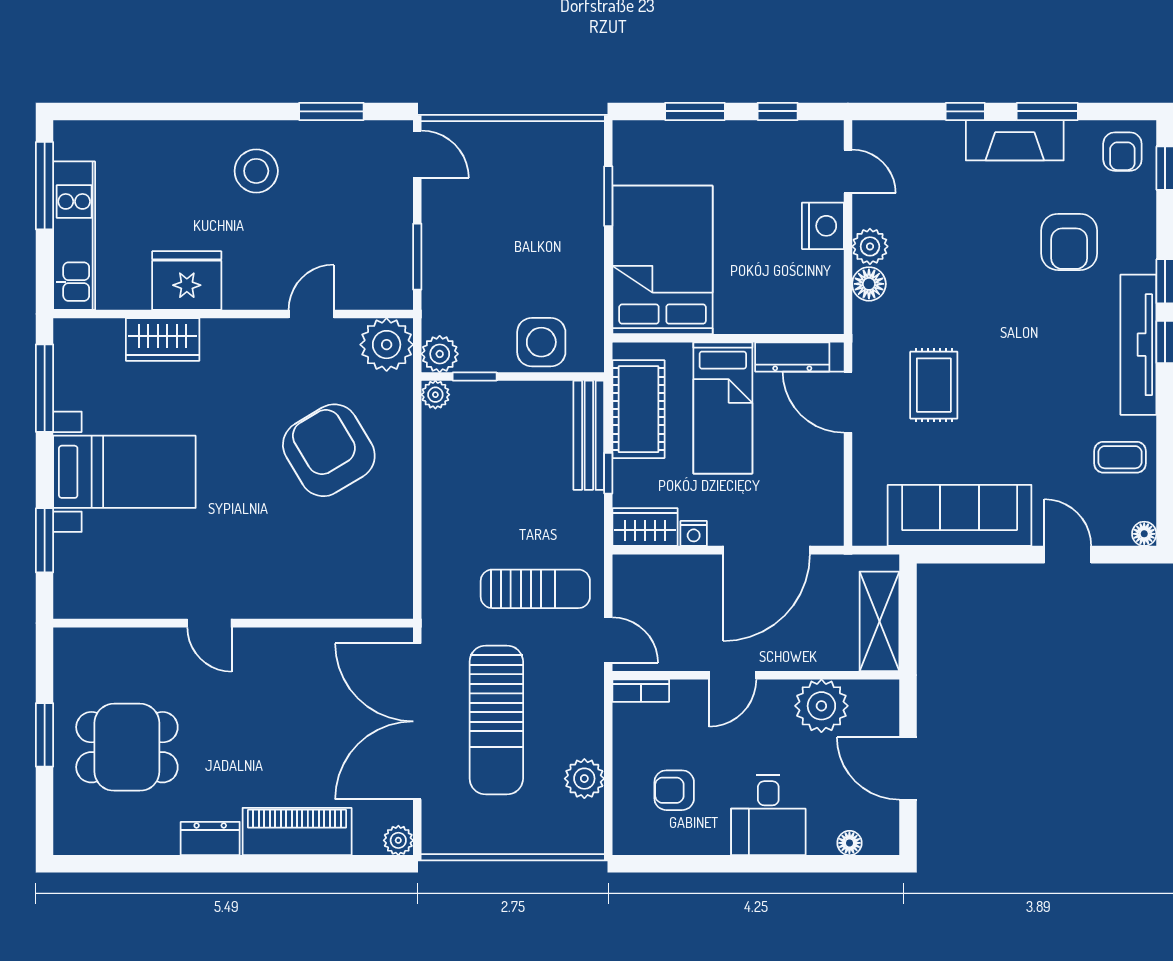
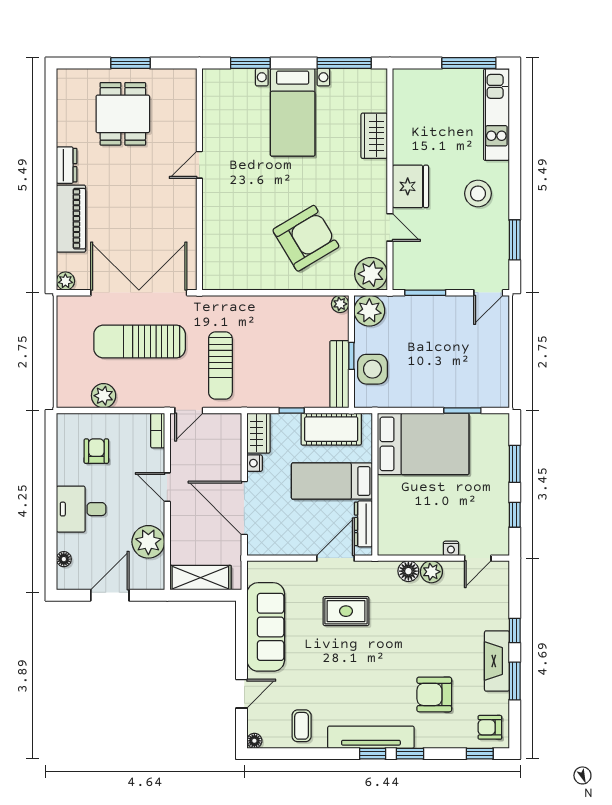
nightstand: (823, 226) -> (451, 548), width x0.53, depth x0.56
kitchen unit: (74, 236) -> (496, 115), moved, turned 90
fridge: (187, 280) -> (410, 186), moved
plant: (440, 354) -> (369, 311), width x1.36, depth x1.36
window: (475, 376) -> (351, 356), moved
bench: (589, 435) -> (339, 374), moved, turned 90

